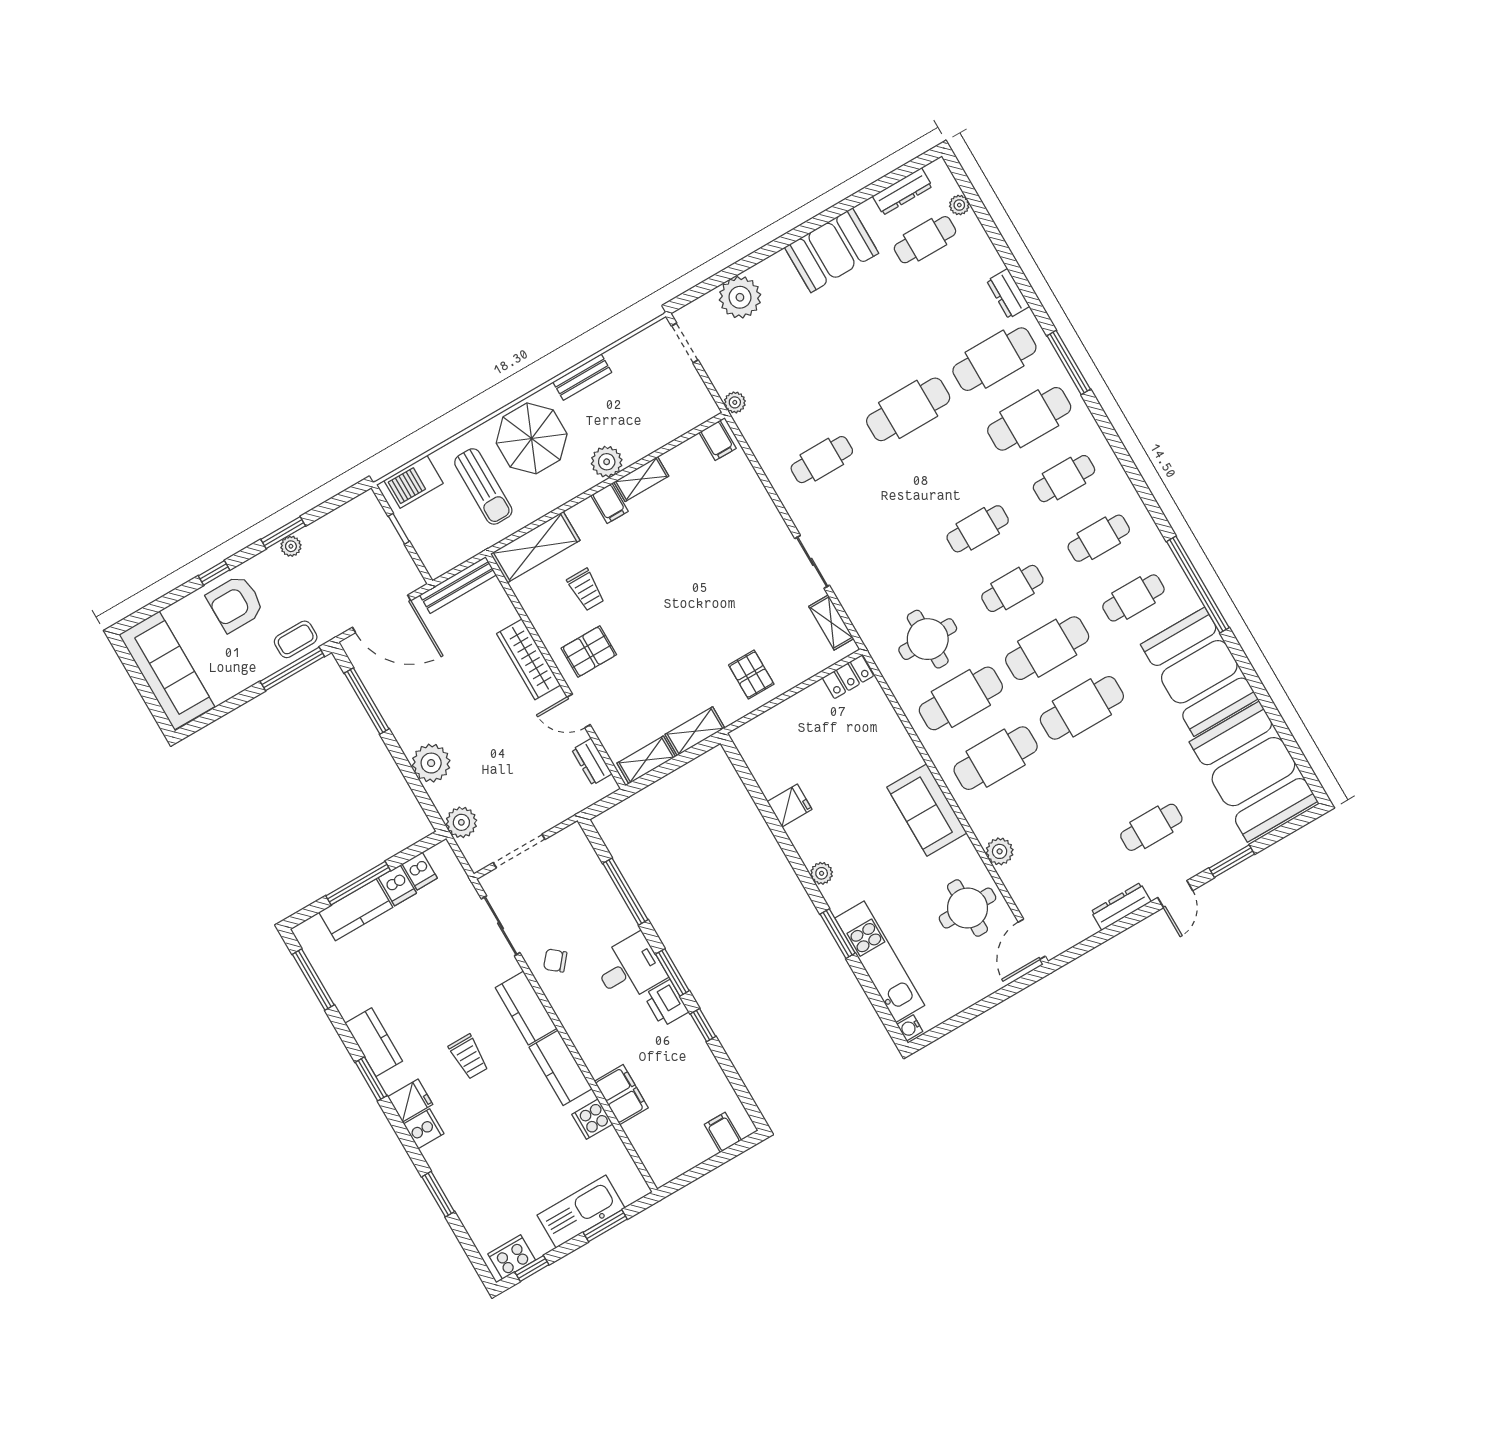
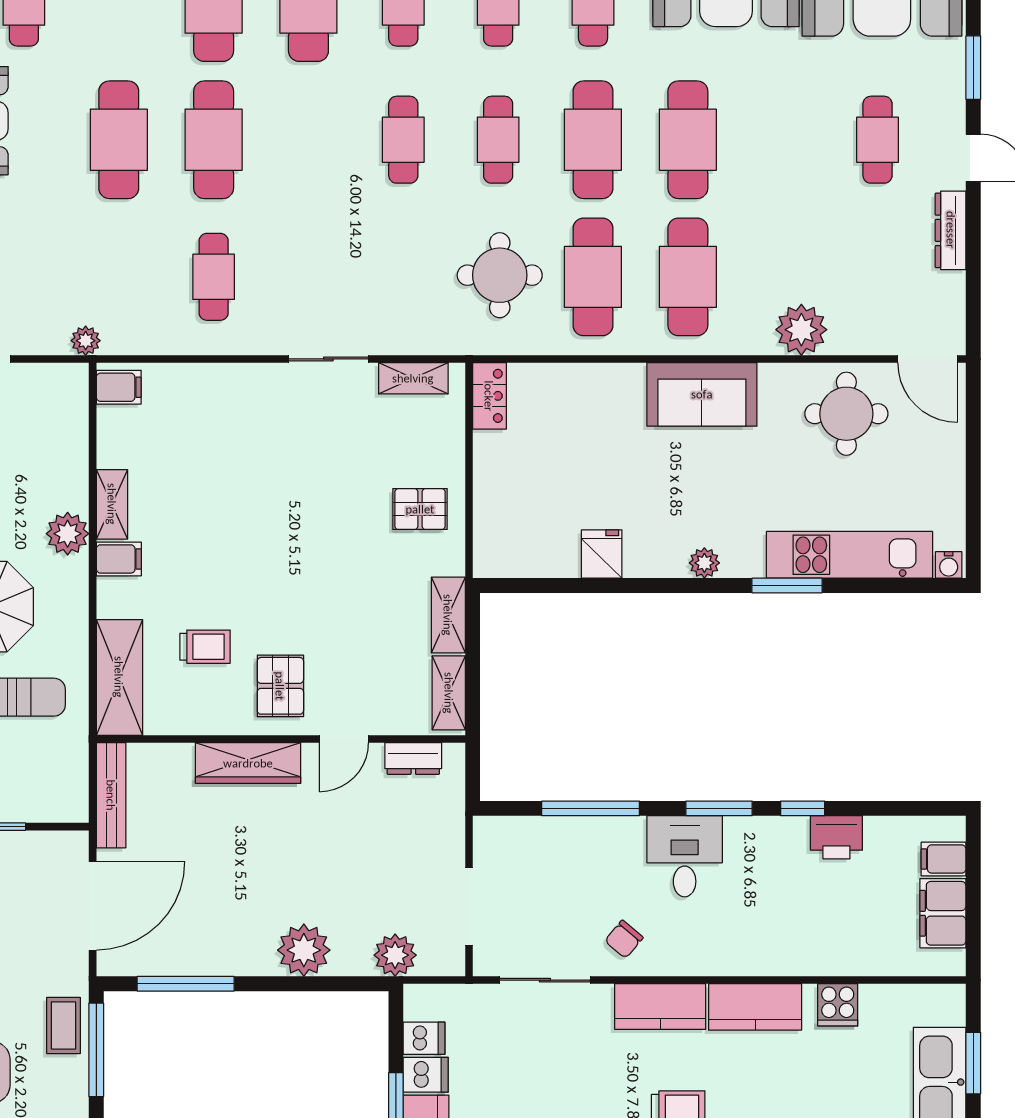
cafe table: (873, 350) -> (119, 140), added
plant: (1000, 851) -> (801, 330), width x1.36, depth x1.36
printer: (666, 1003) -> (836, 837), moved
filing cabinet: (621, 1095) -> (943, 913), moved, turned -90

